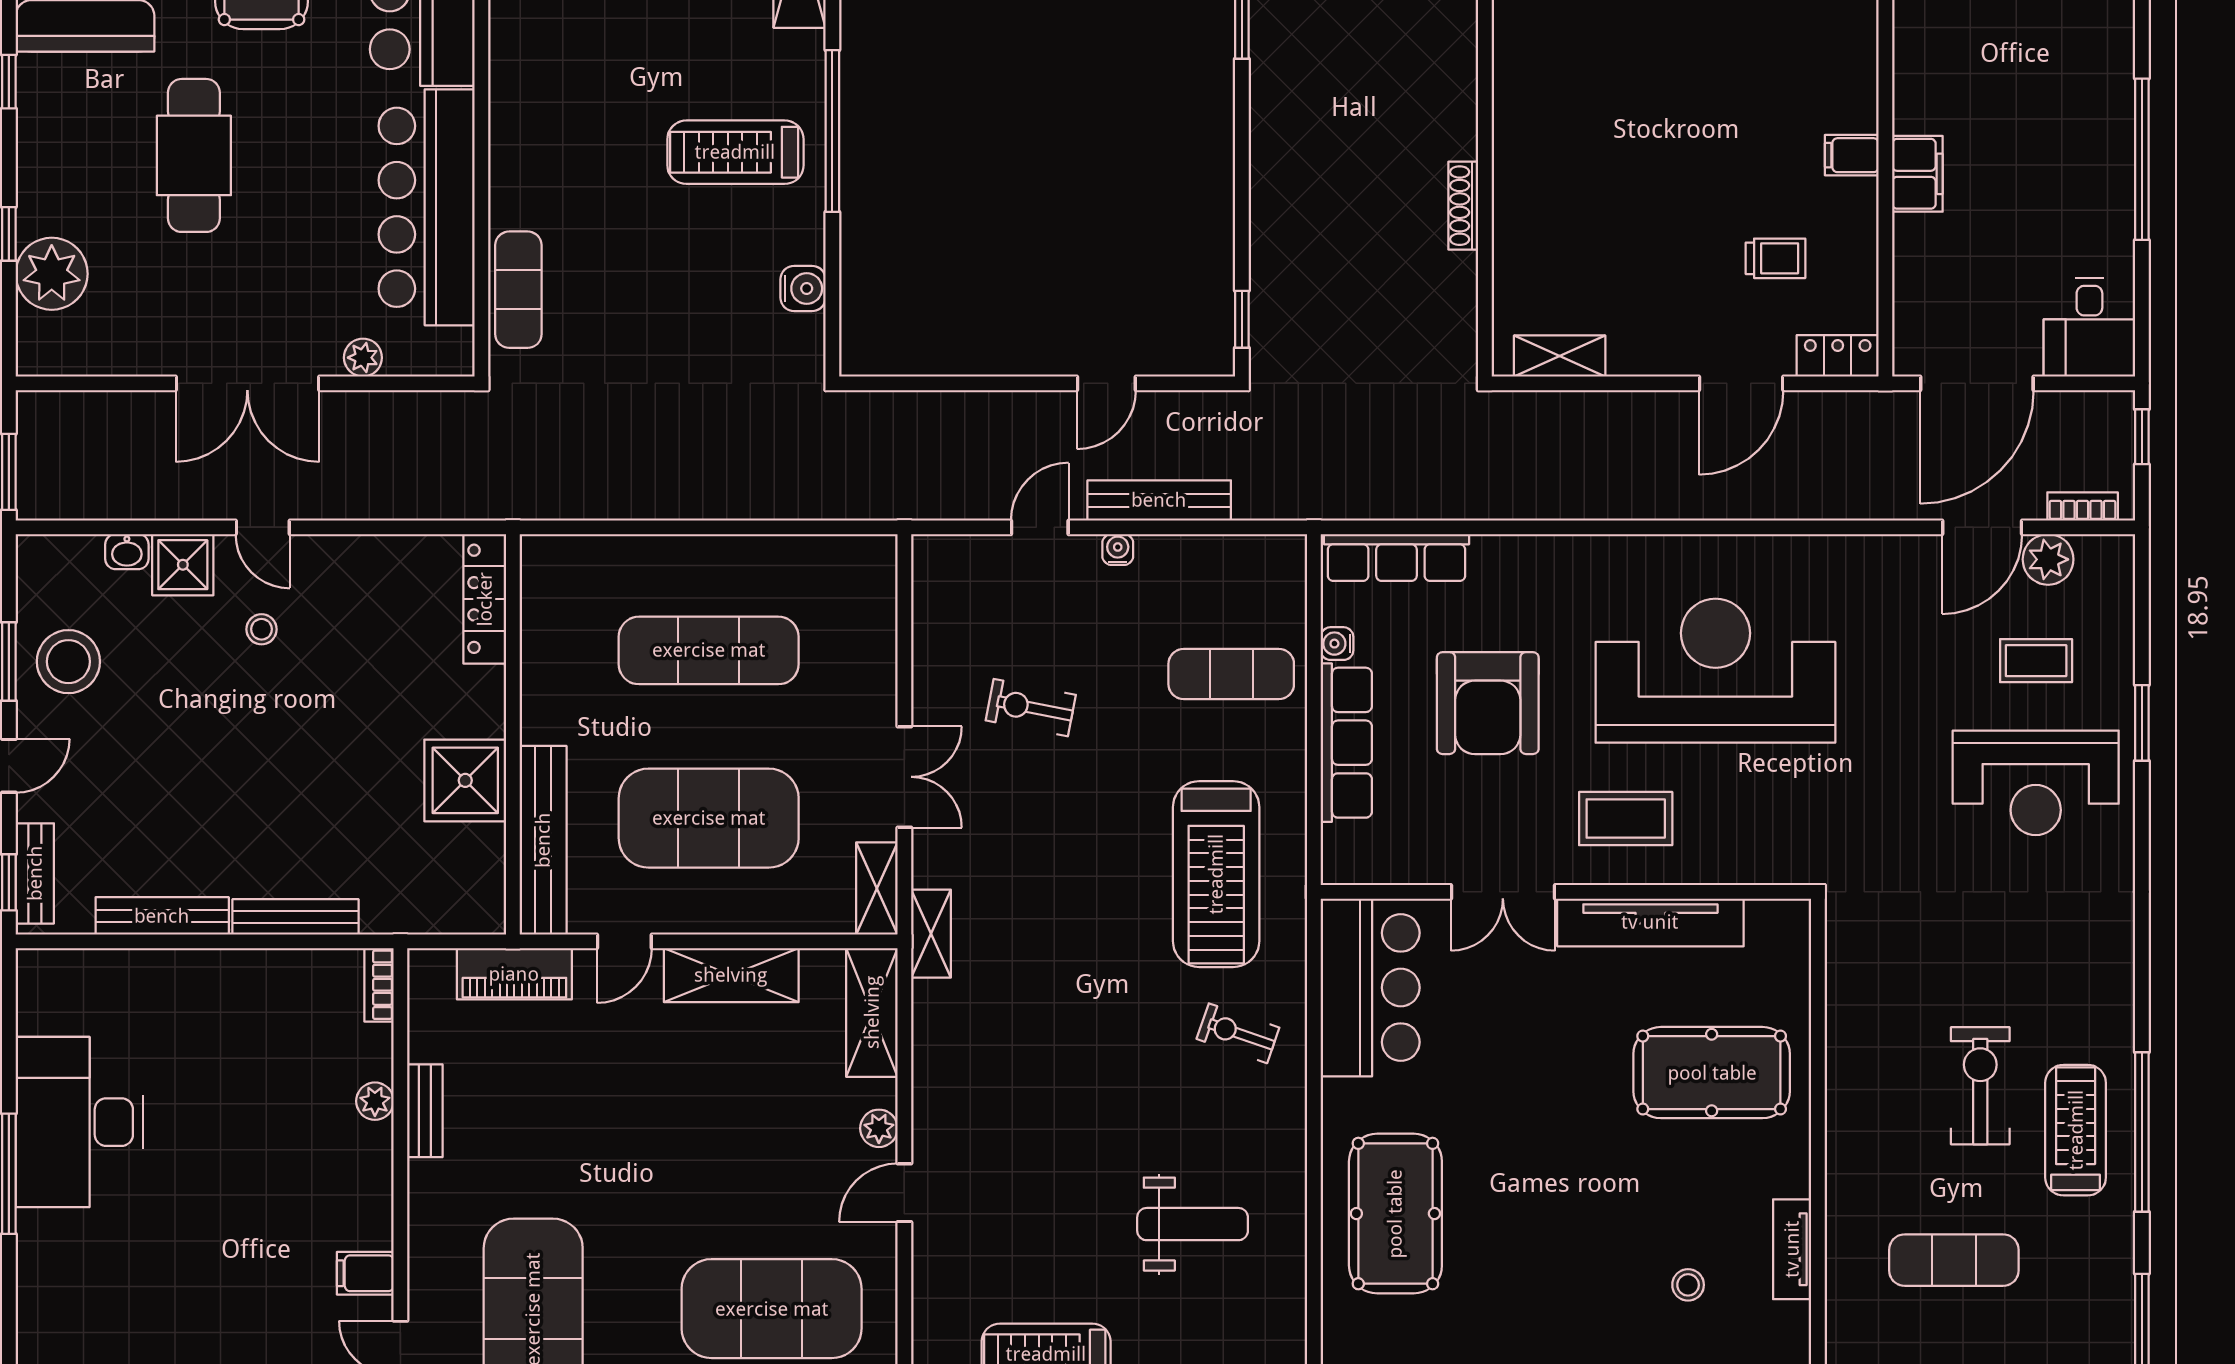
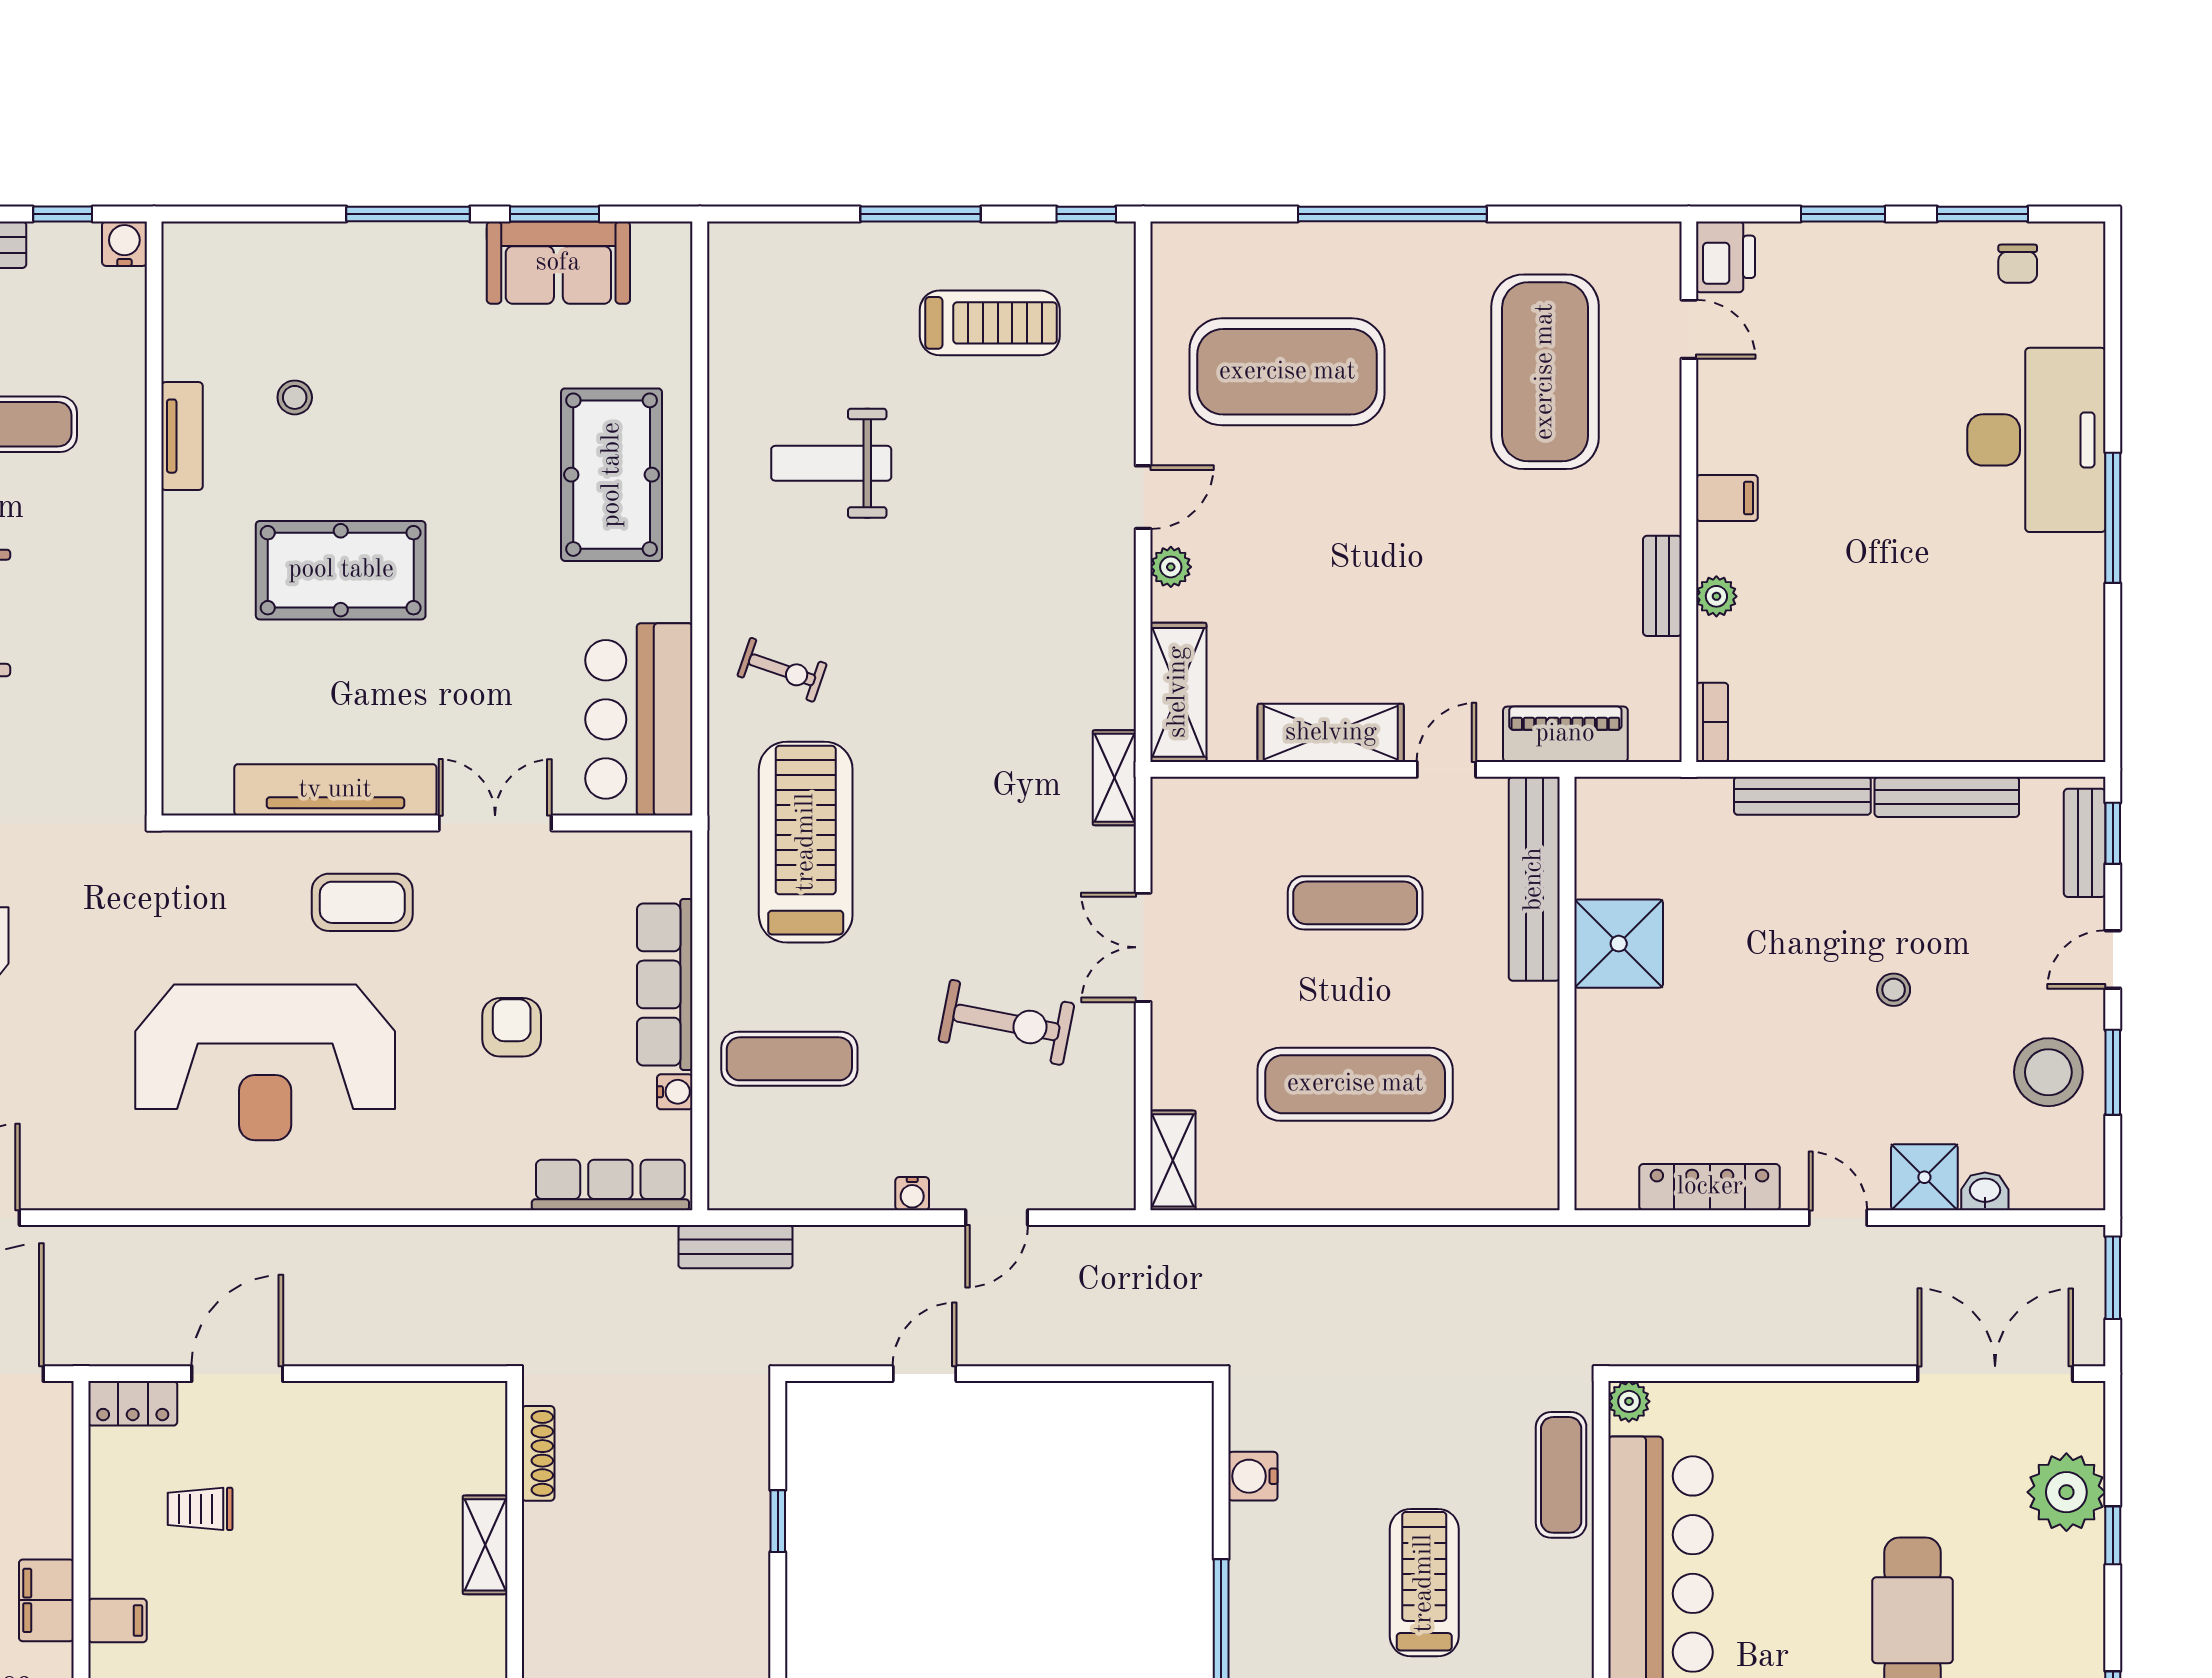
treadmill: (735, 152) -> (1424, 1583), moved, turned -90
shoe rack: (1463, 206) -> (538, 1453), moved
window: (1242, 319) -> (778, 1521), moved
shelving: (1560, 356) -> (485, 1545), moved, turned 90
plant: (363, 358) -> (1629, 1401), moved
double door: (247, 383) -> (1995, 1374), moved
bench: (1159, 500) -> (735, 1247), moved, width x0.73
locker: (485, 599) -> (1710, 1187), moved, turned -90
stool: (261, 629) -> (1894, 990), moved
armchair: (1488, 703) -> (512, 1027), width x0.53, depth x0.53
exercise bike: (1031, 708) -> (1006, 1022), width x1.38, depth x1.39
exercise mat: (709, 818) -> (1355, 903), width x0.50, depth x0.69
shelving: (877, 888) -> (1173, 1160), moved
pool table: (1712, 1073) -> (341, 570), moved
desk: (79, 1122) -> (2036, 440), moved
filing cabinet: (365, 1273) -> (1727, 498), moved

